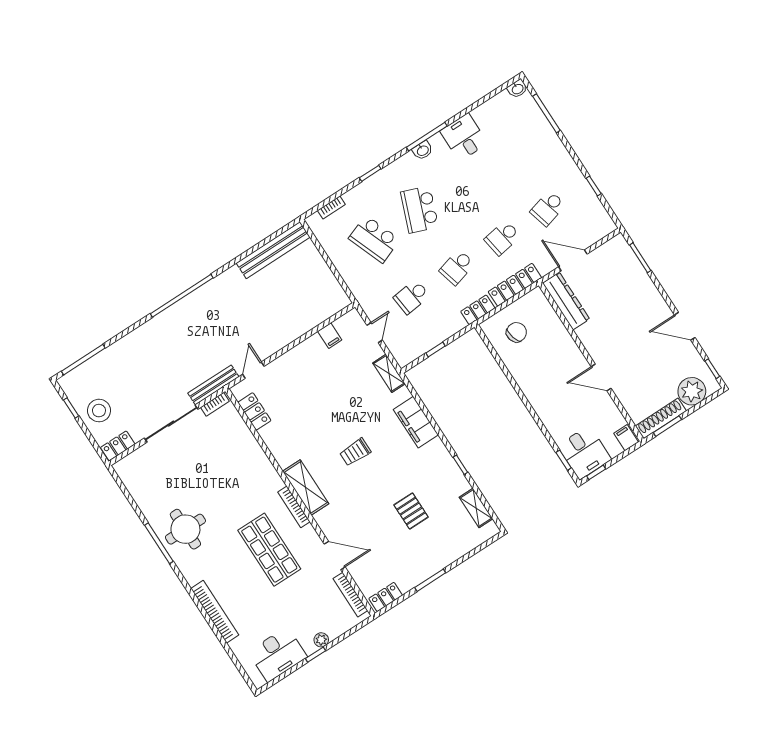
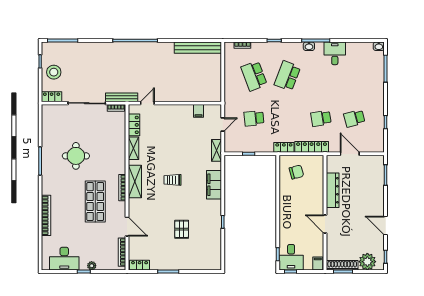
school desk: (457, 267) -> (287, 118), removed
dresser: (566, 301) -> (333, 190), moved
shelving: (476, 508) -> (133, 148), moved
round table: (185, 529) -> (76, 156), moved

